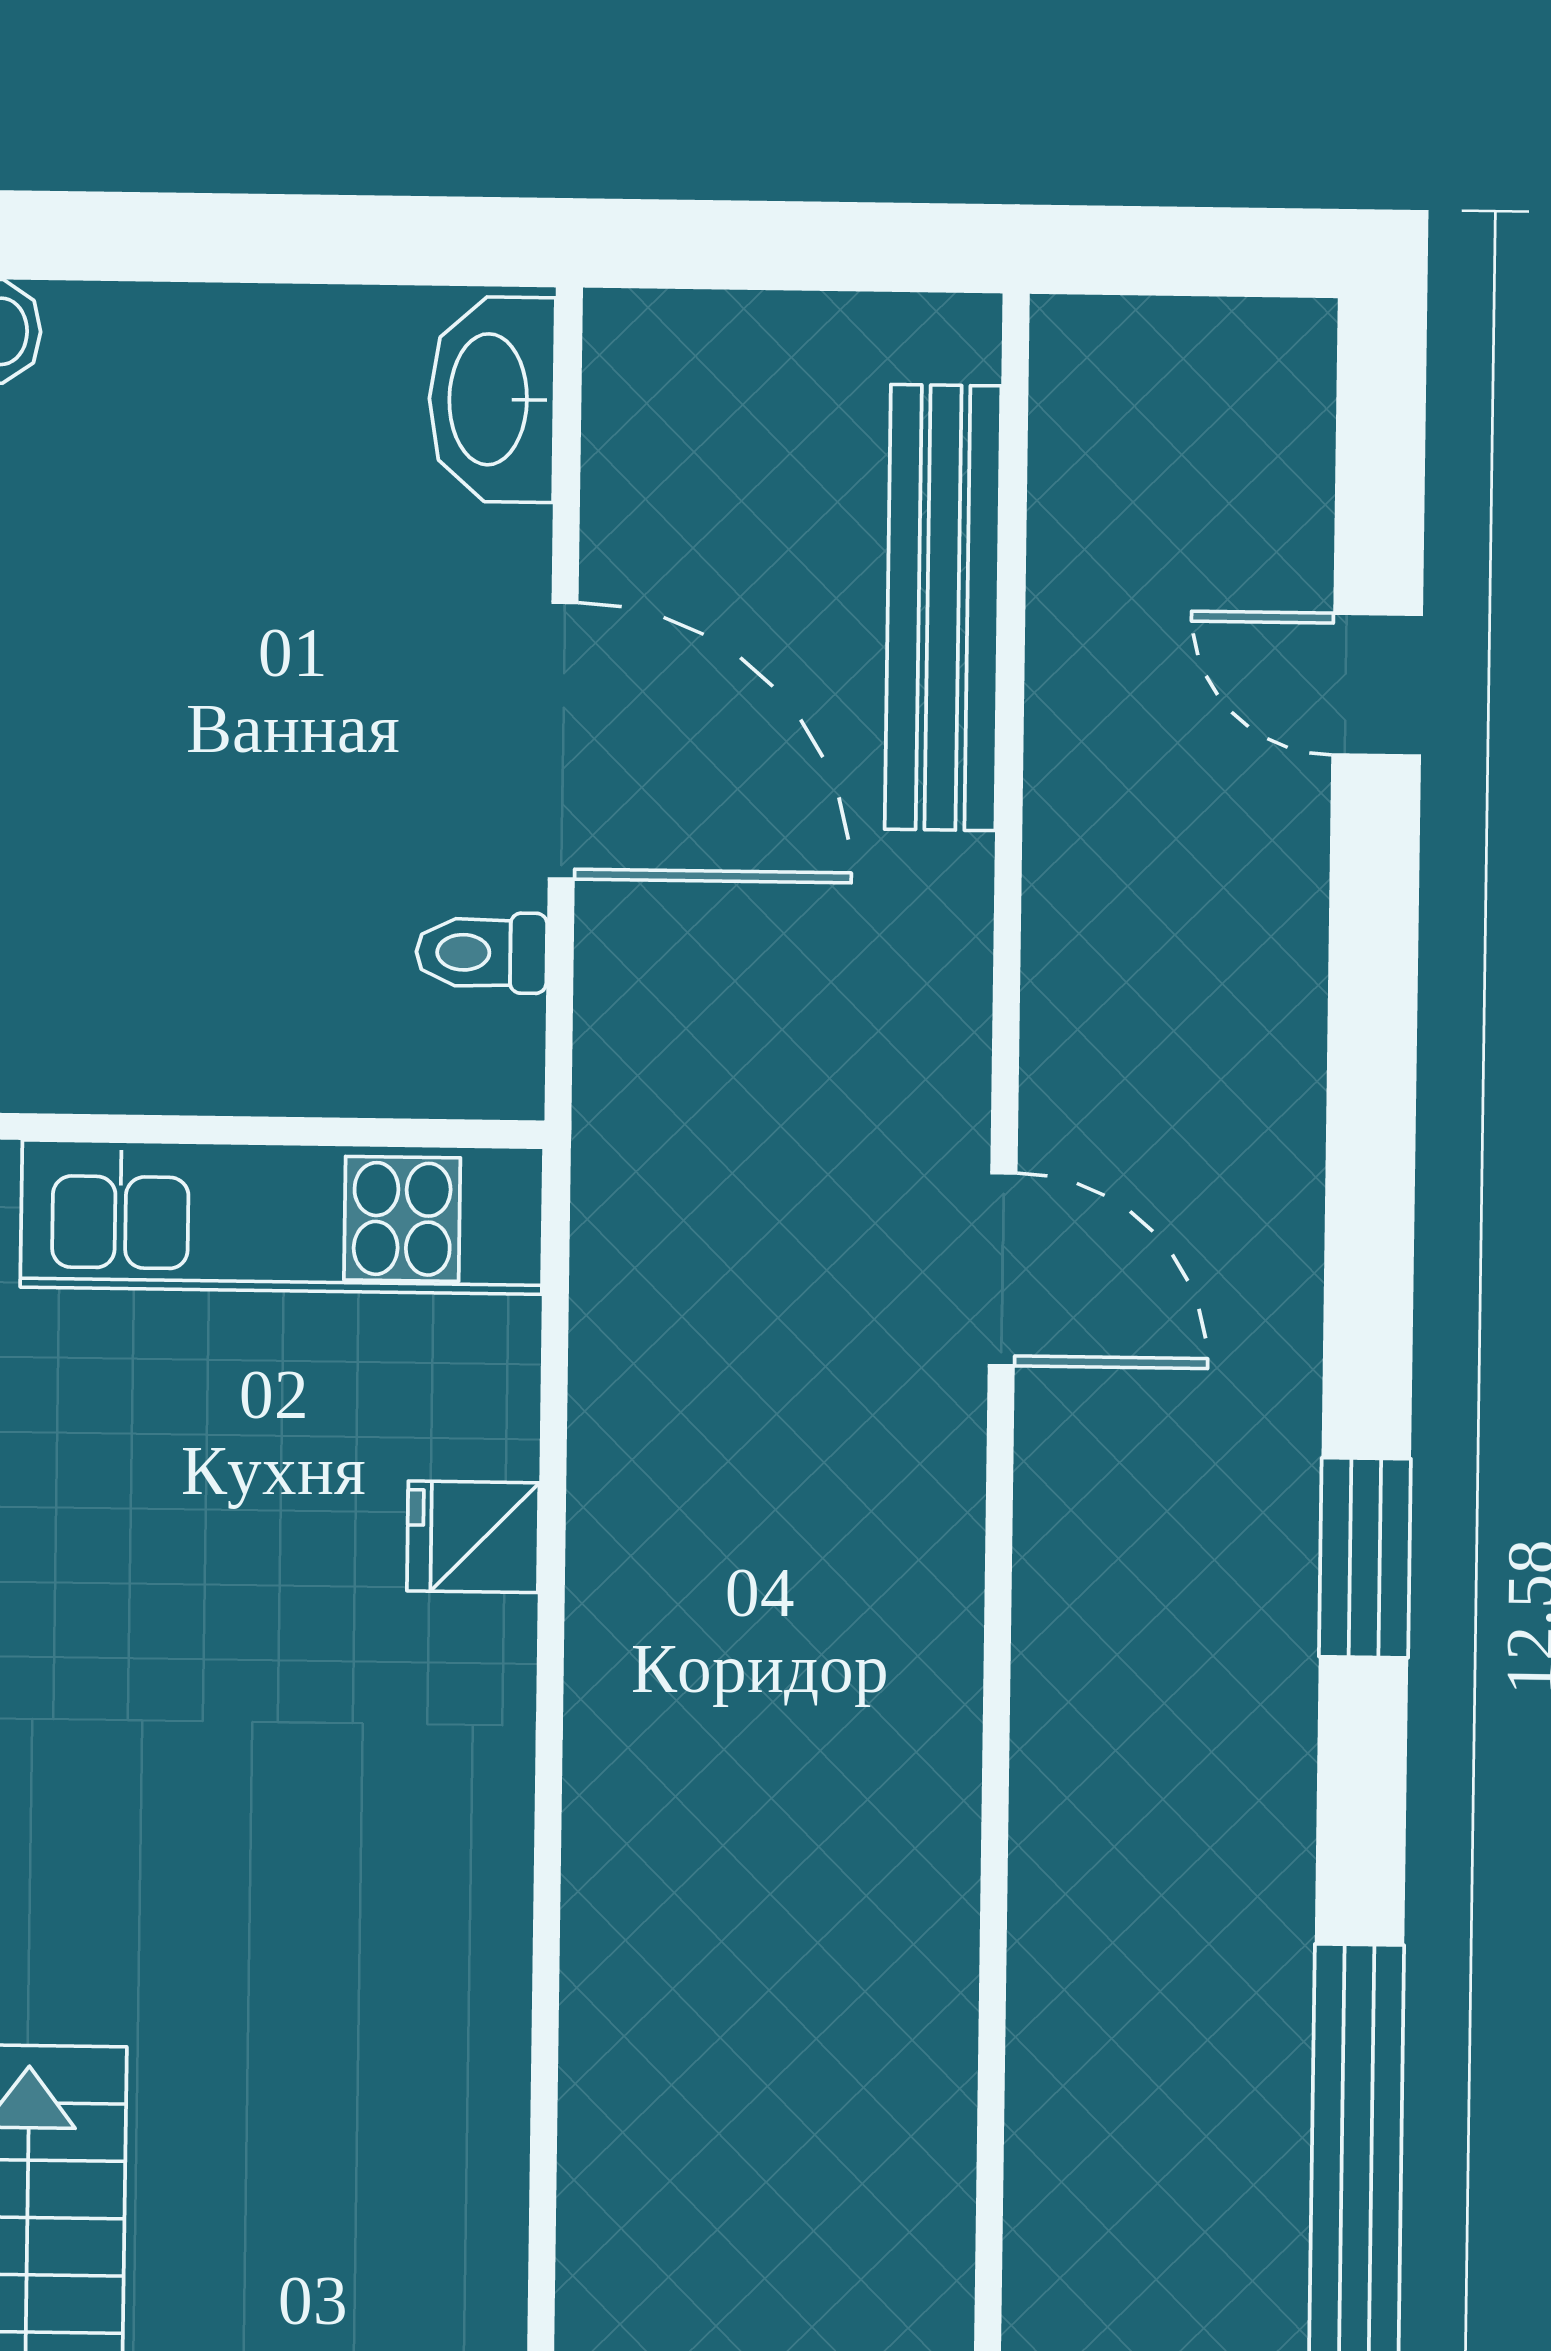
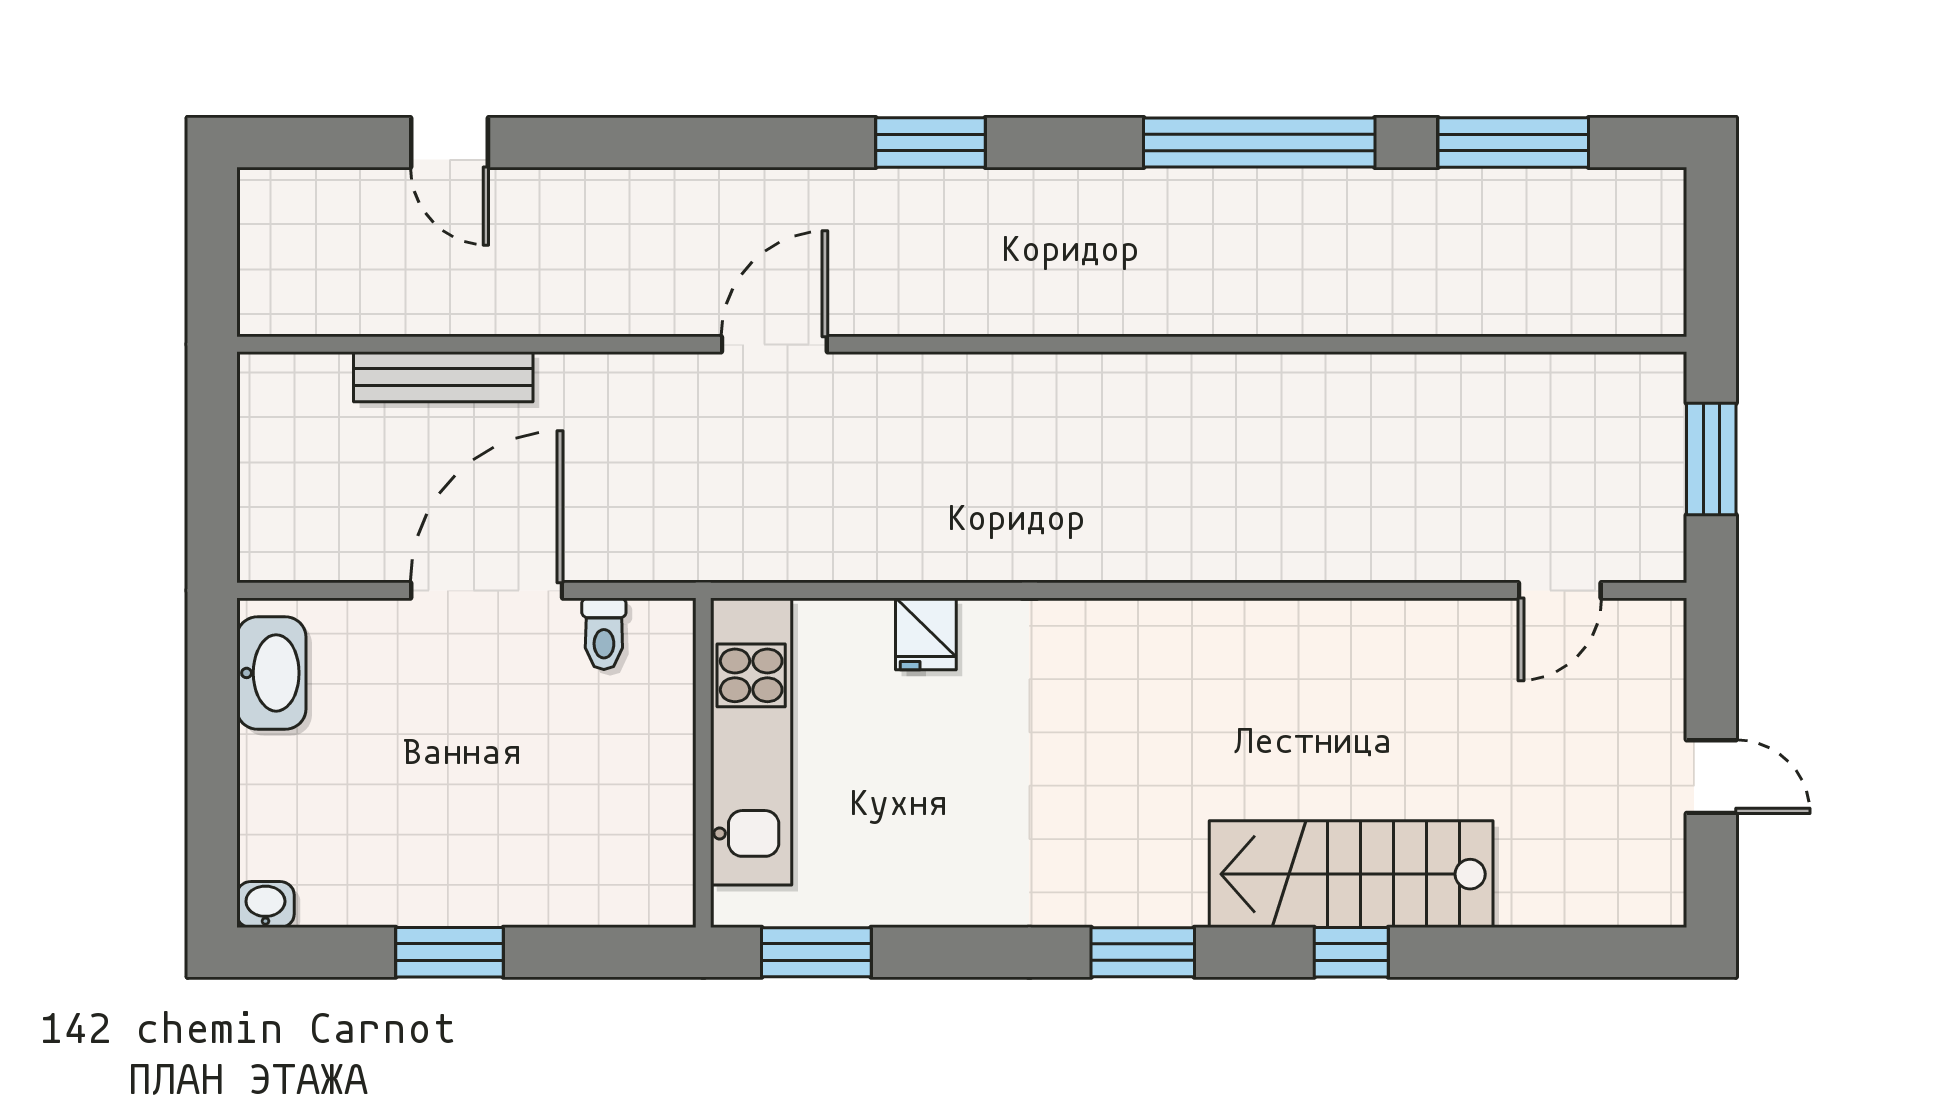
washbasin: (492, 399) -> (271, 673), moved, turned -90
bench: (943, 608) -> (443, 377), width x0.73, depth x0.82
door: (1377, 685) -> (449, 142), hinge flipped

